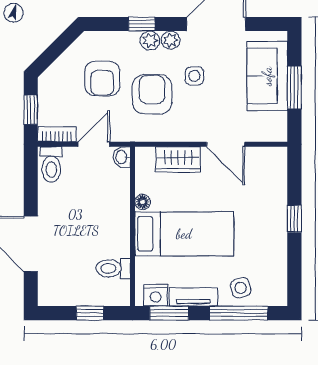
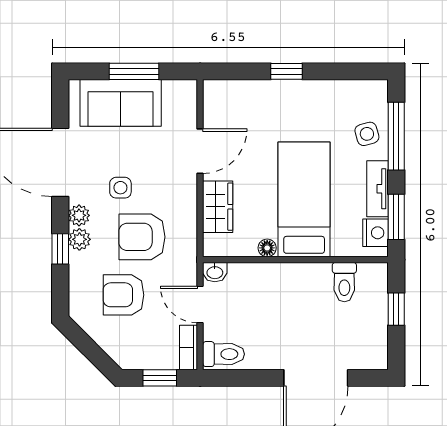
armchair: (102, 78) -> (123, 295), turned 180

